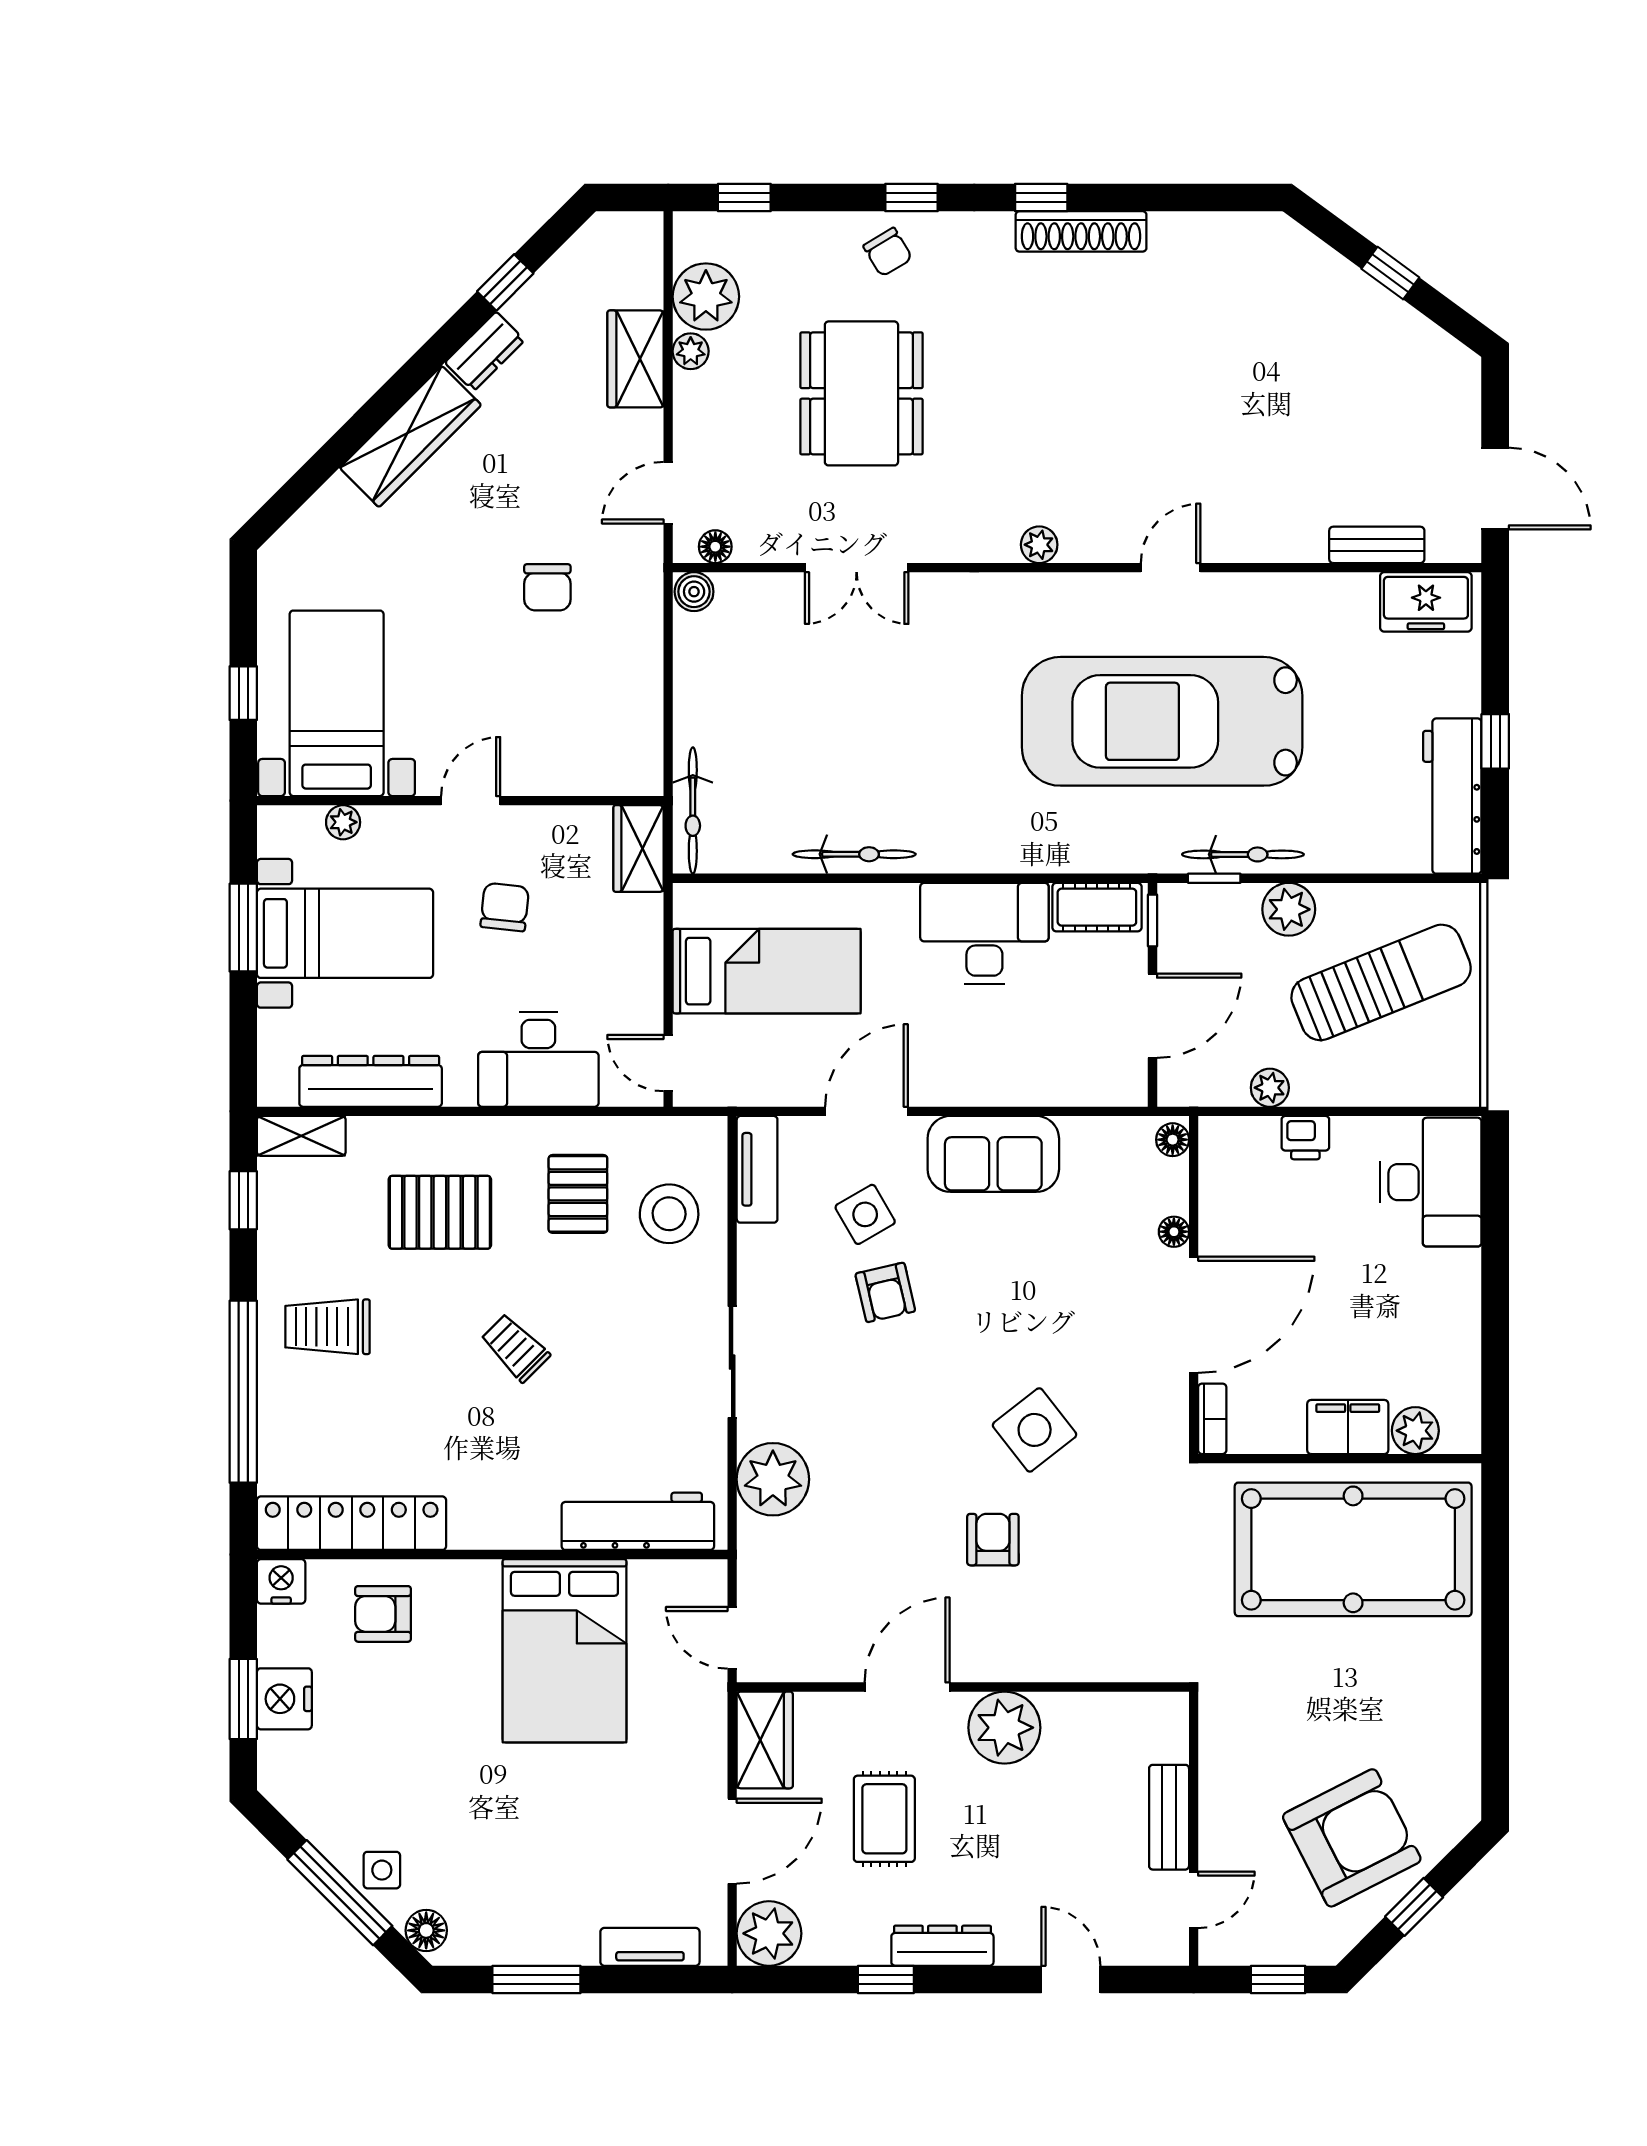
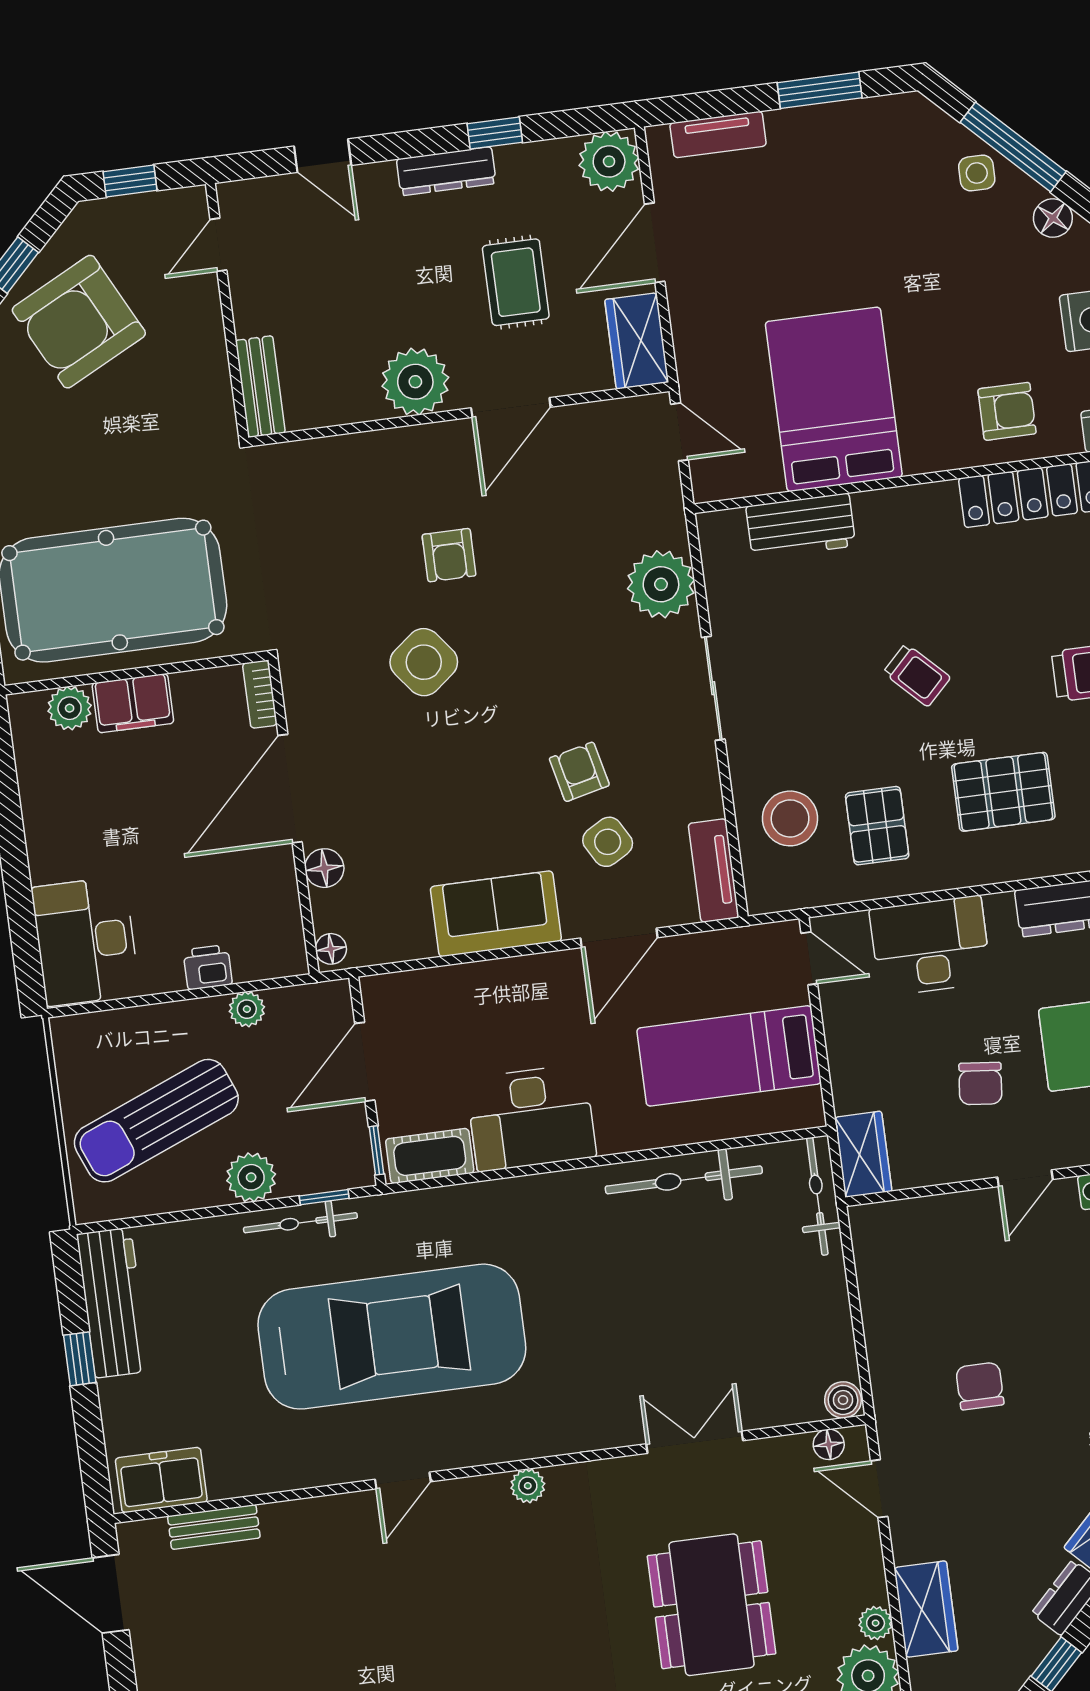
door: (668, 493) -> (879, 1489), swing flipped
bicycle: (854, 854) -> (684, 1180), width x1.37, depth x1.40
floor lamp: (1174, 1232) -> (324, 868), width x1.37, depth x1.37
workbench: (638, 1521) -> (801, 526), width x0.73
bench: (1169, 1817) -> (260, 387), moved
floor lamp: (426, 1930) -> (1053, 218), moved

